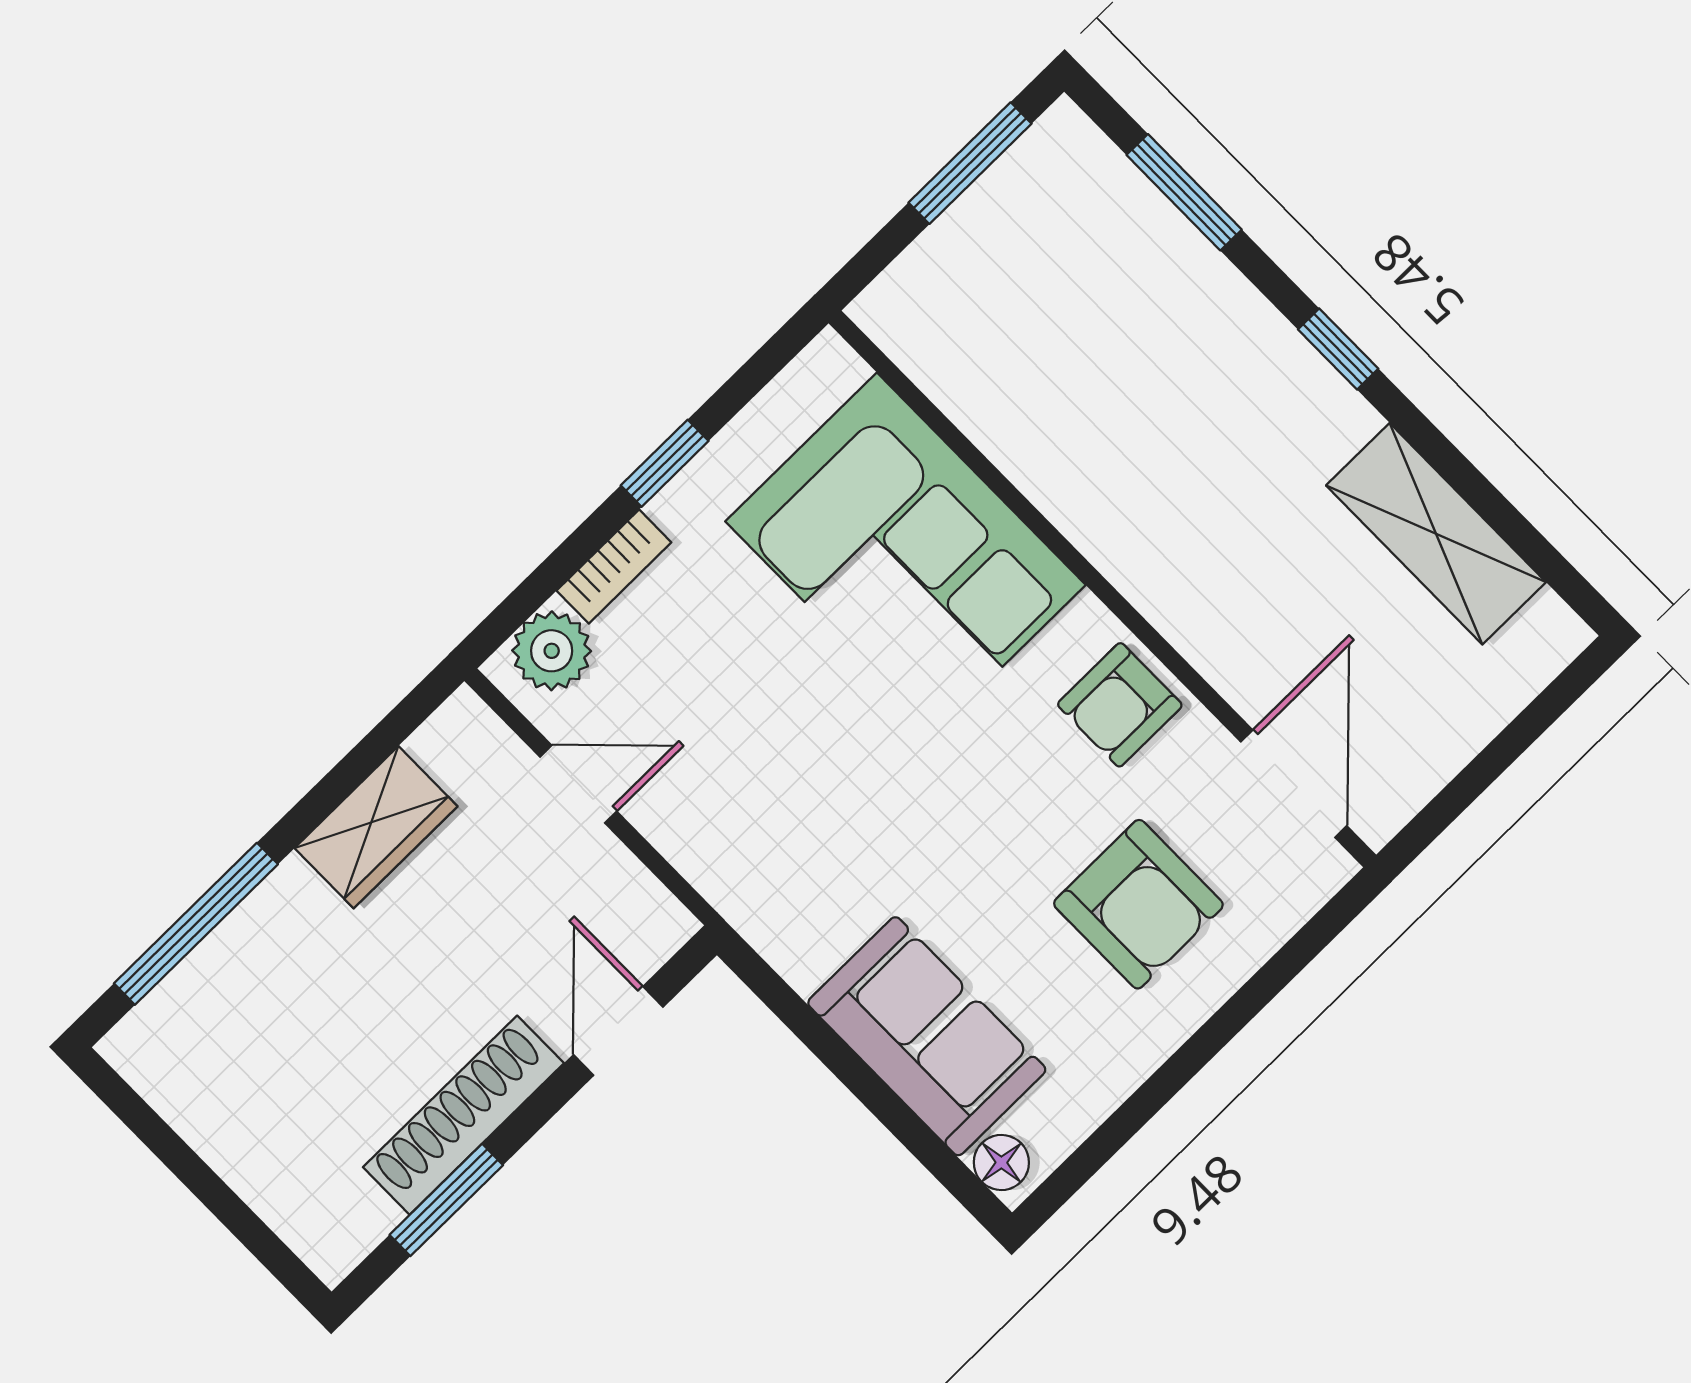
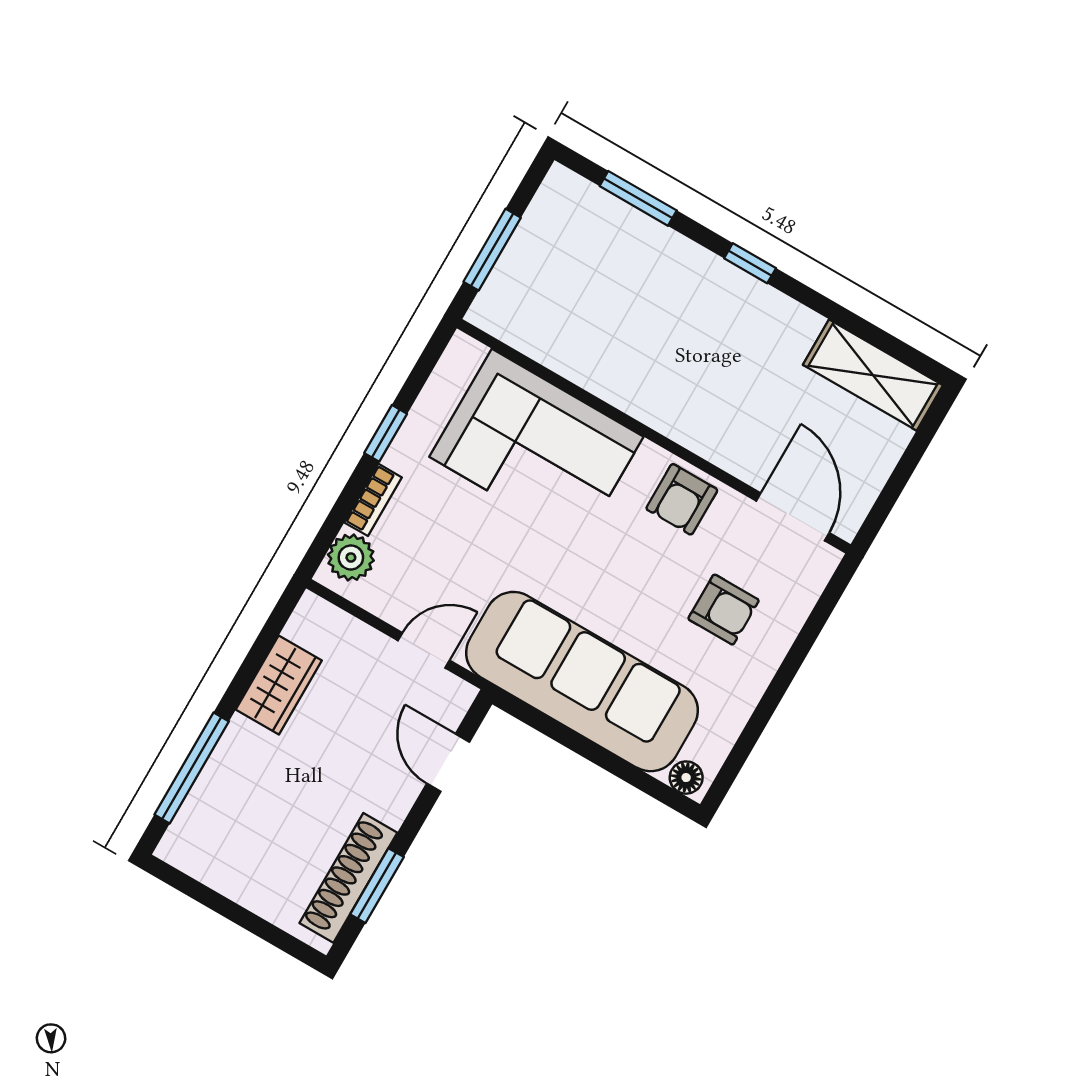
window: (970, 163) -> (492, 250), moved
shelving: (1436, 534) -> (873, 375), moved
door: (578, 784) -> (424, 650), moved
armchair: (1138, 904) -> (724, 610), width x0.72, depth x0.72
sofa: (927, 1036) -> (582, 682), width x1.85, depth x1.27
shoe rack: (463, 1115) -> (348, 878), moved

